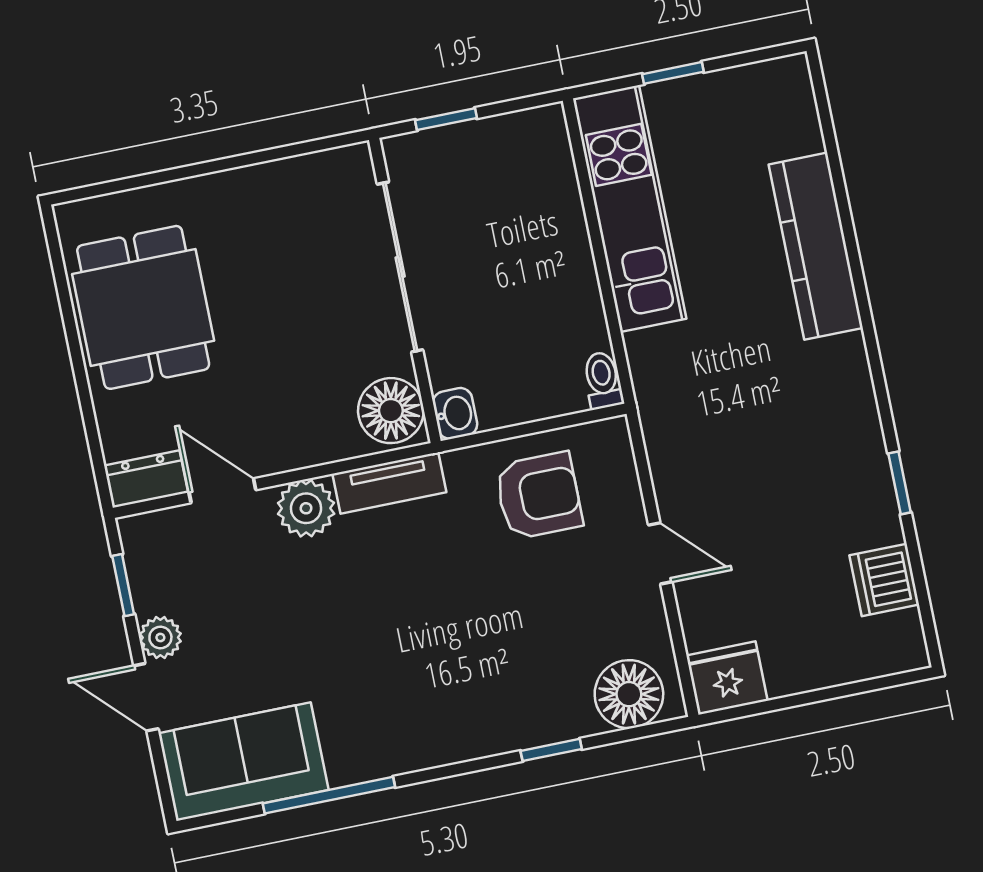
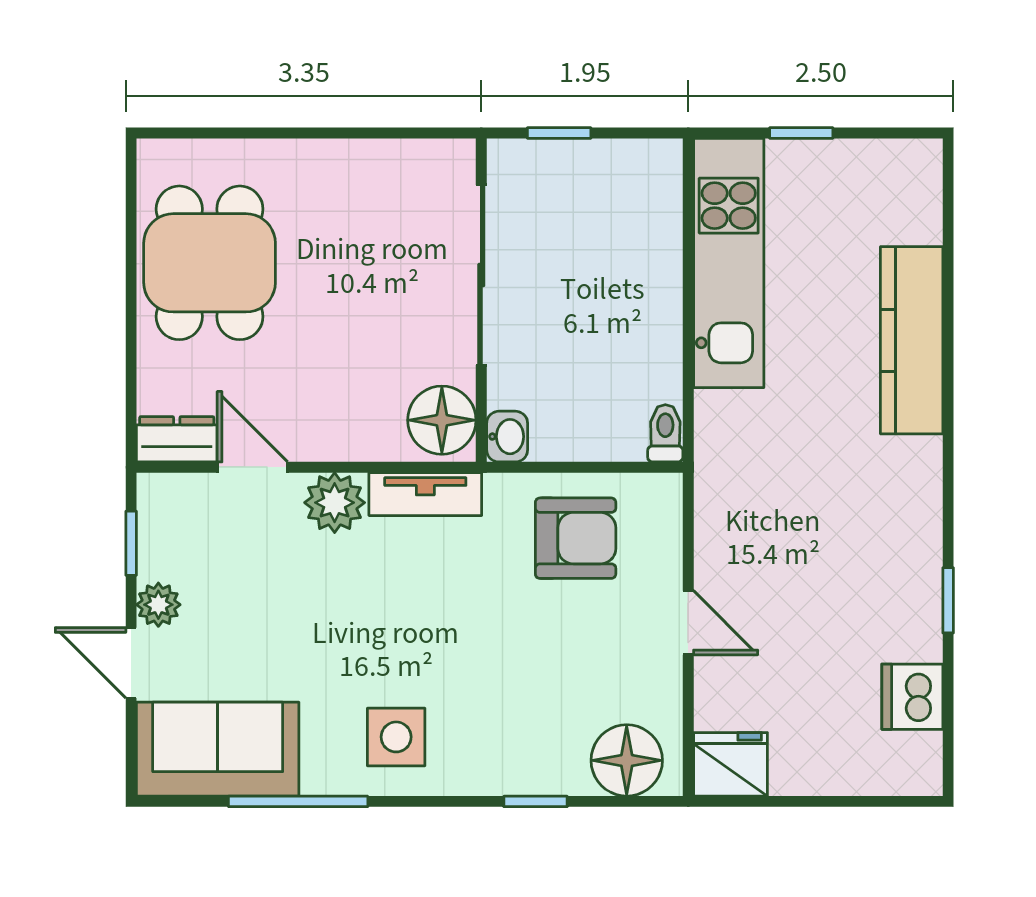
side table: (408, 716) -> (396, 737), added

